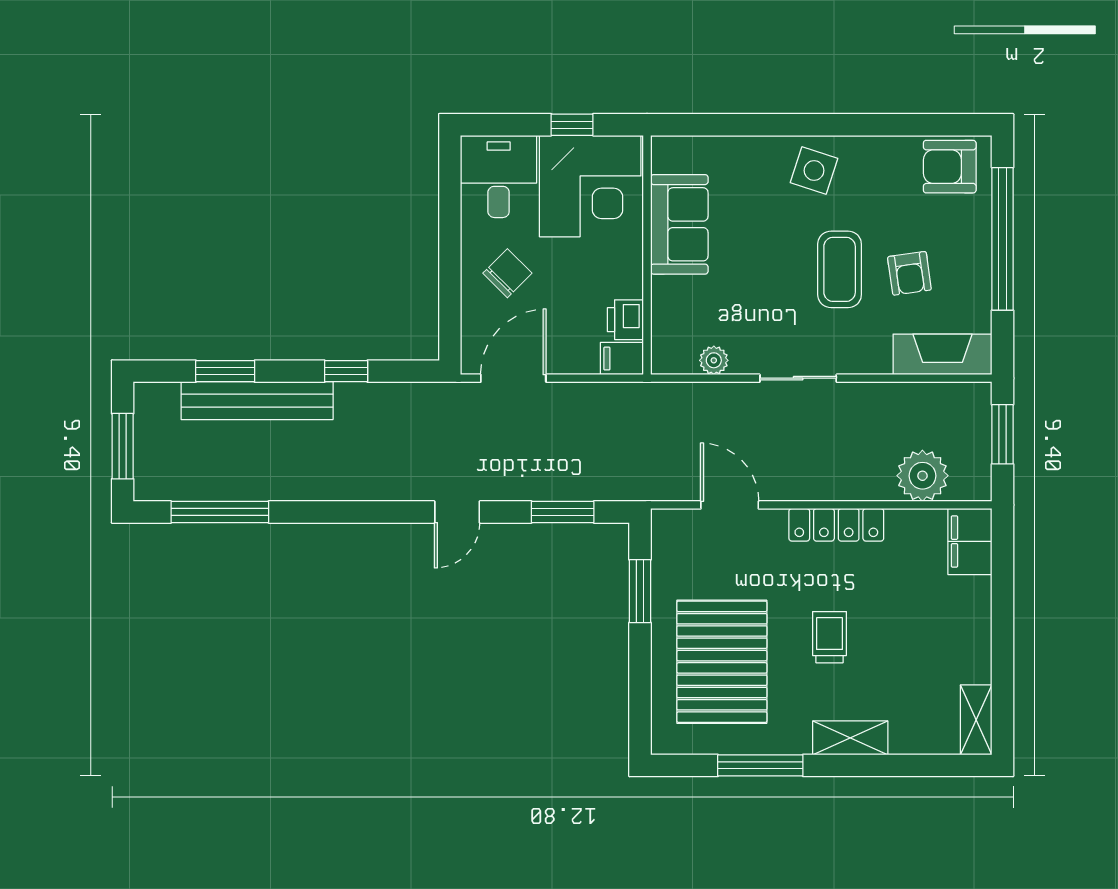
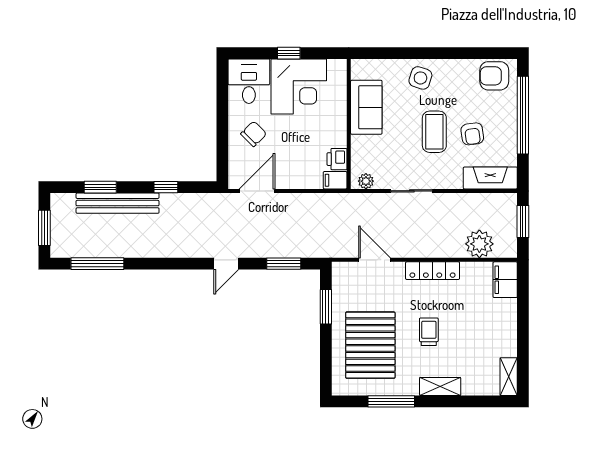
sofa: (679, 224) -> (366, 107), moved
wall: (647, 255) -> (349, 124), moved
printer: (625, 320) -> (337, 159), moved
filing cabinet: (622, 359) -> (335, 180), moved

